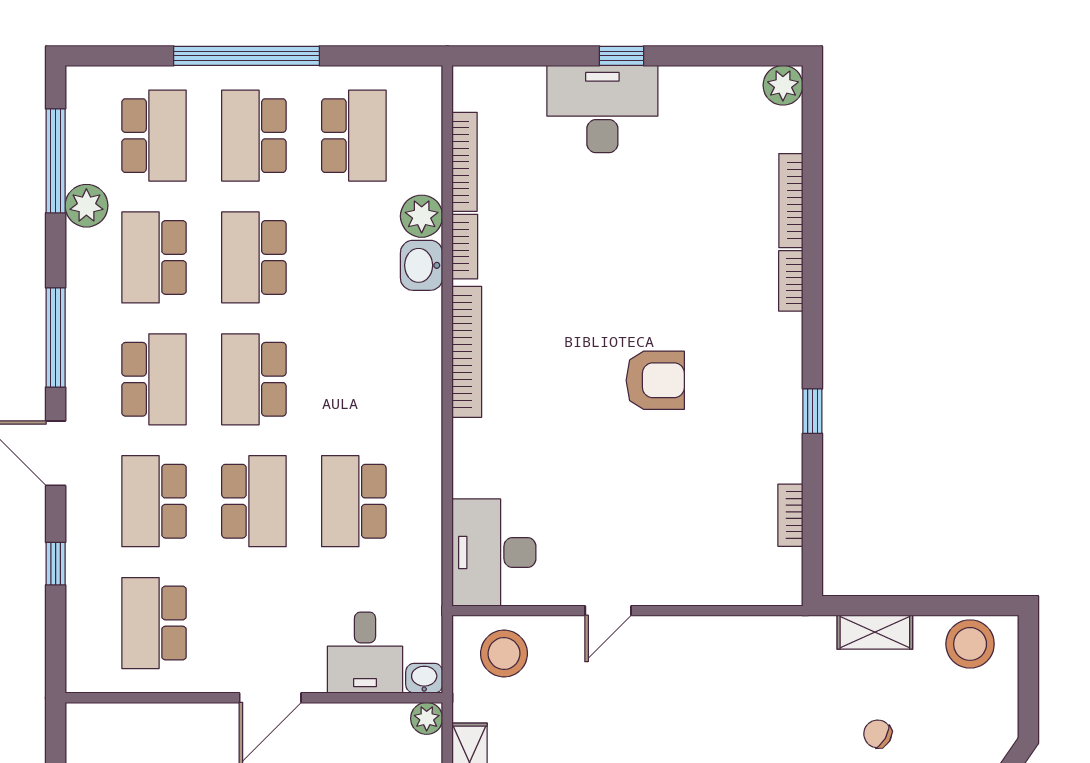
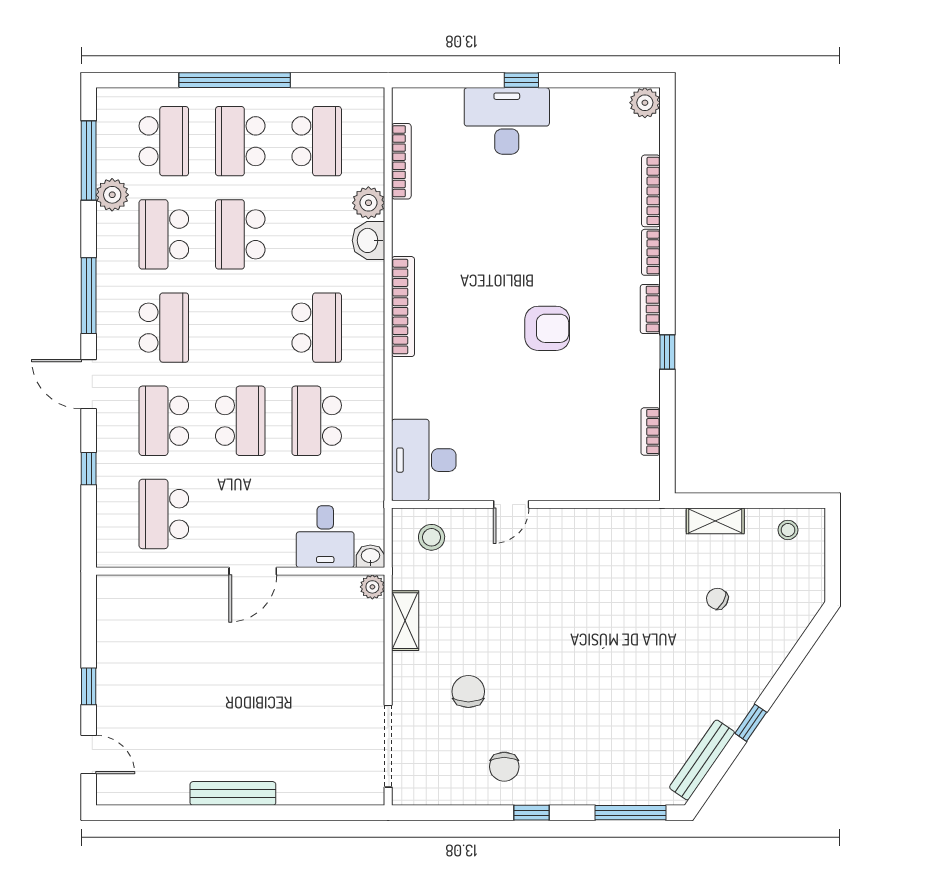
bookcase: (465, 247) -> (650, 309), moved, turned 180
school desk: (254, 379) -> (317, 328), moved, turned 180
stool: (970, 644) -> (788, 530), width x0.53, depth x0.53
stool: (504, 654) -> (432, 537), width x0.73, depth x0.73

